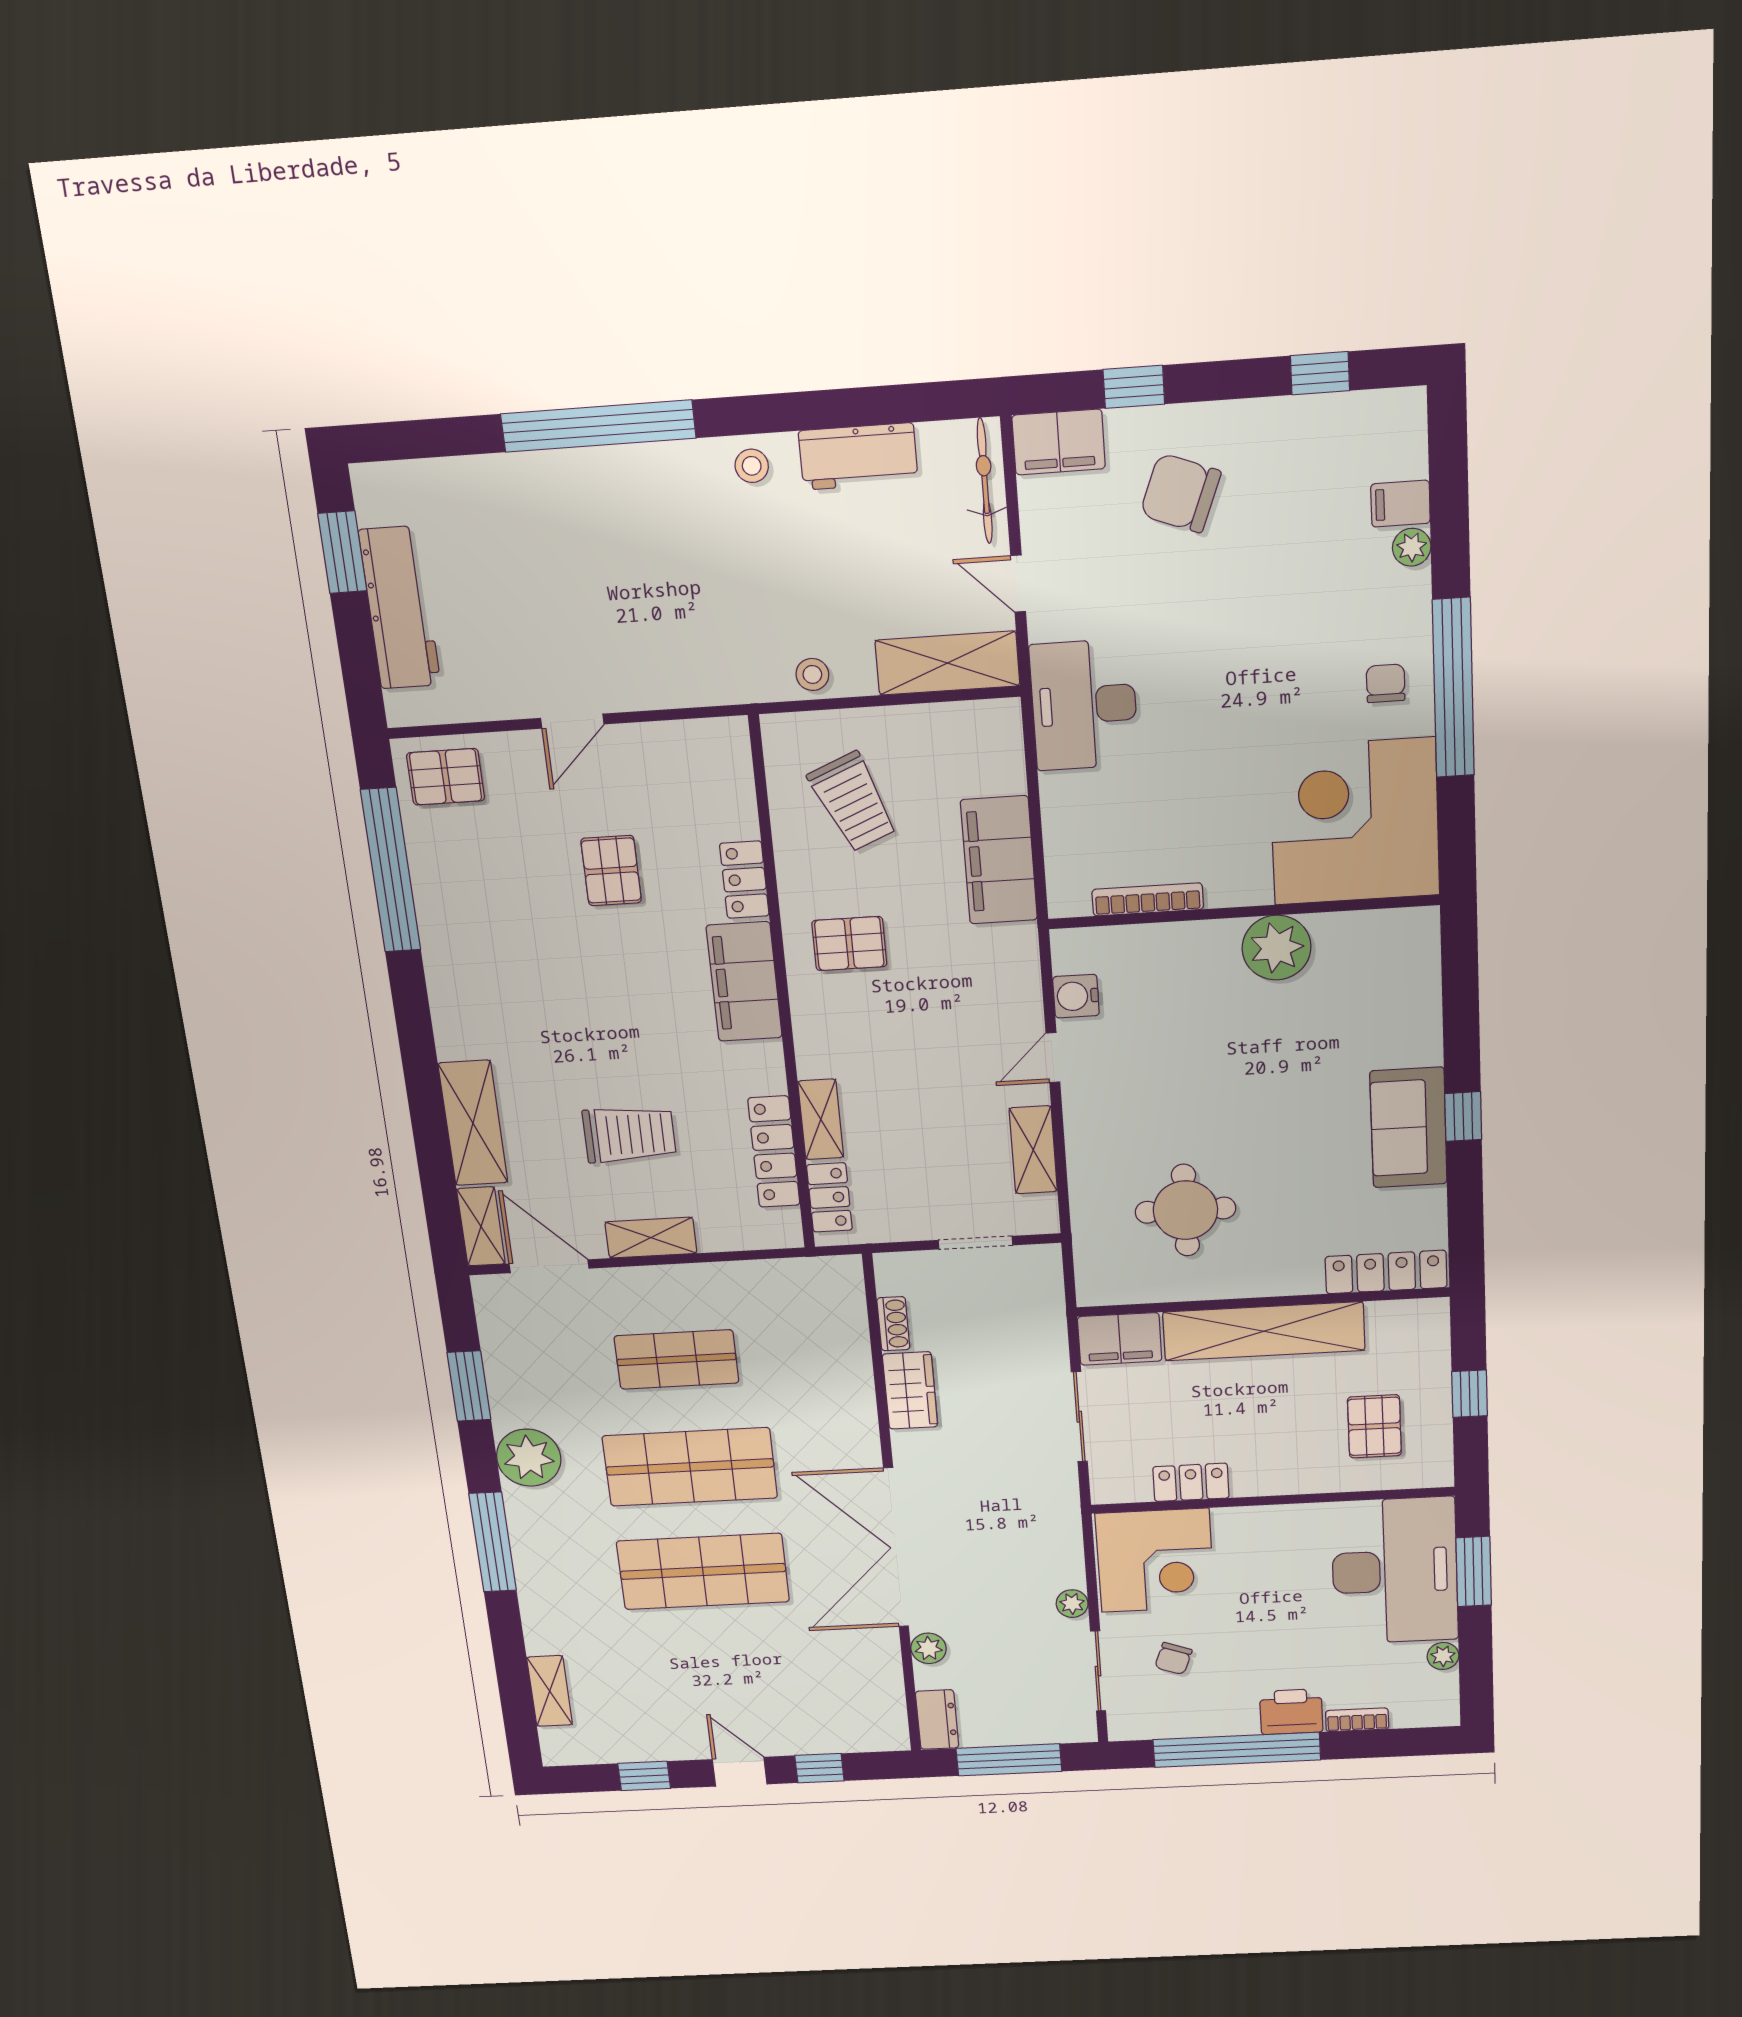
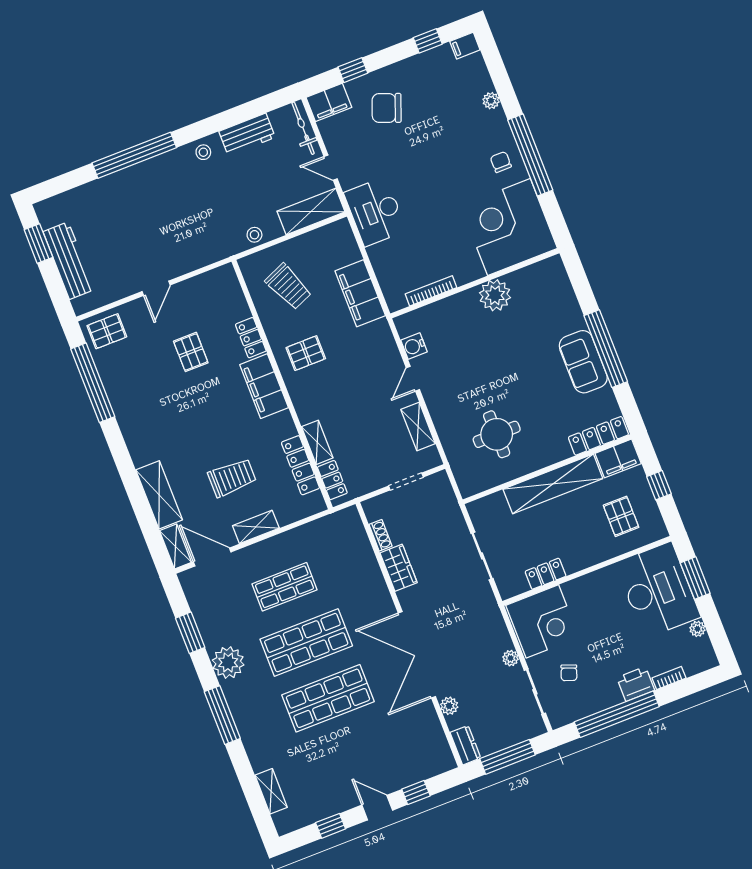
filing cabinet: (1401, 504) -> (465, 46), moved
window: (1463, 1116) -> (606, 349), width x3.17
filing cabinet: (1120, 1339) -> (618, 458), moved

